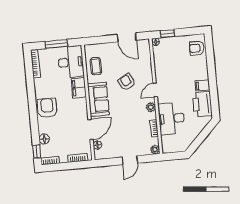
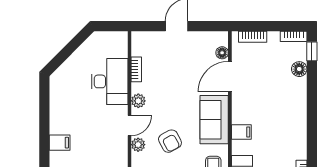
filing cabinet: (202, 85) -> (60, 143), moved
filing cabinet: (79, 88) -> (241, 132), width x0.50
printer: (202, 104) -> (62, 98), removed
armchair: (47, 108) -> (291, 114), removed
plant: (155, 150) -> (138, 145), moved

